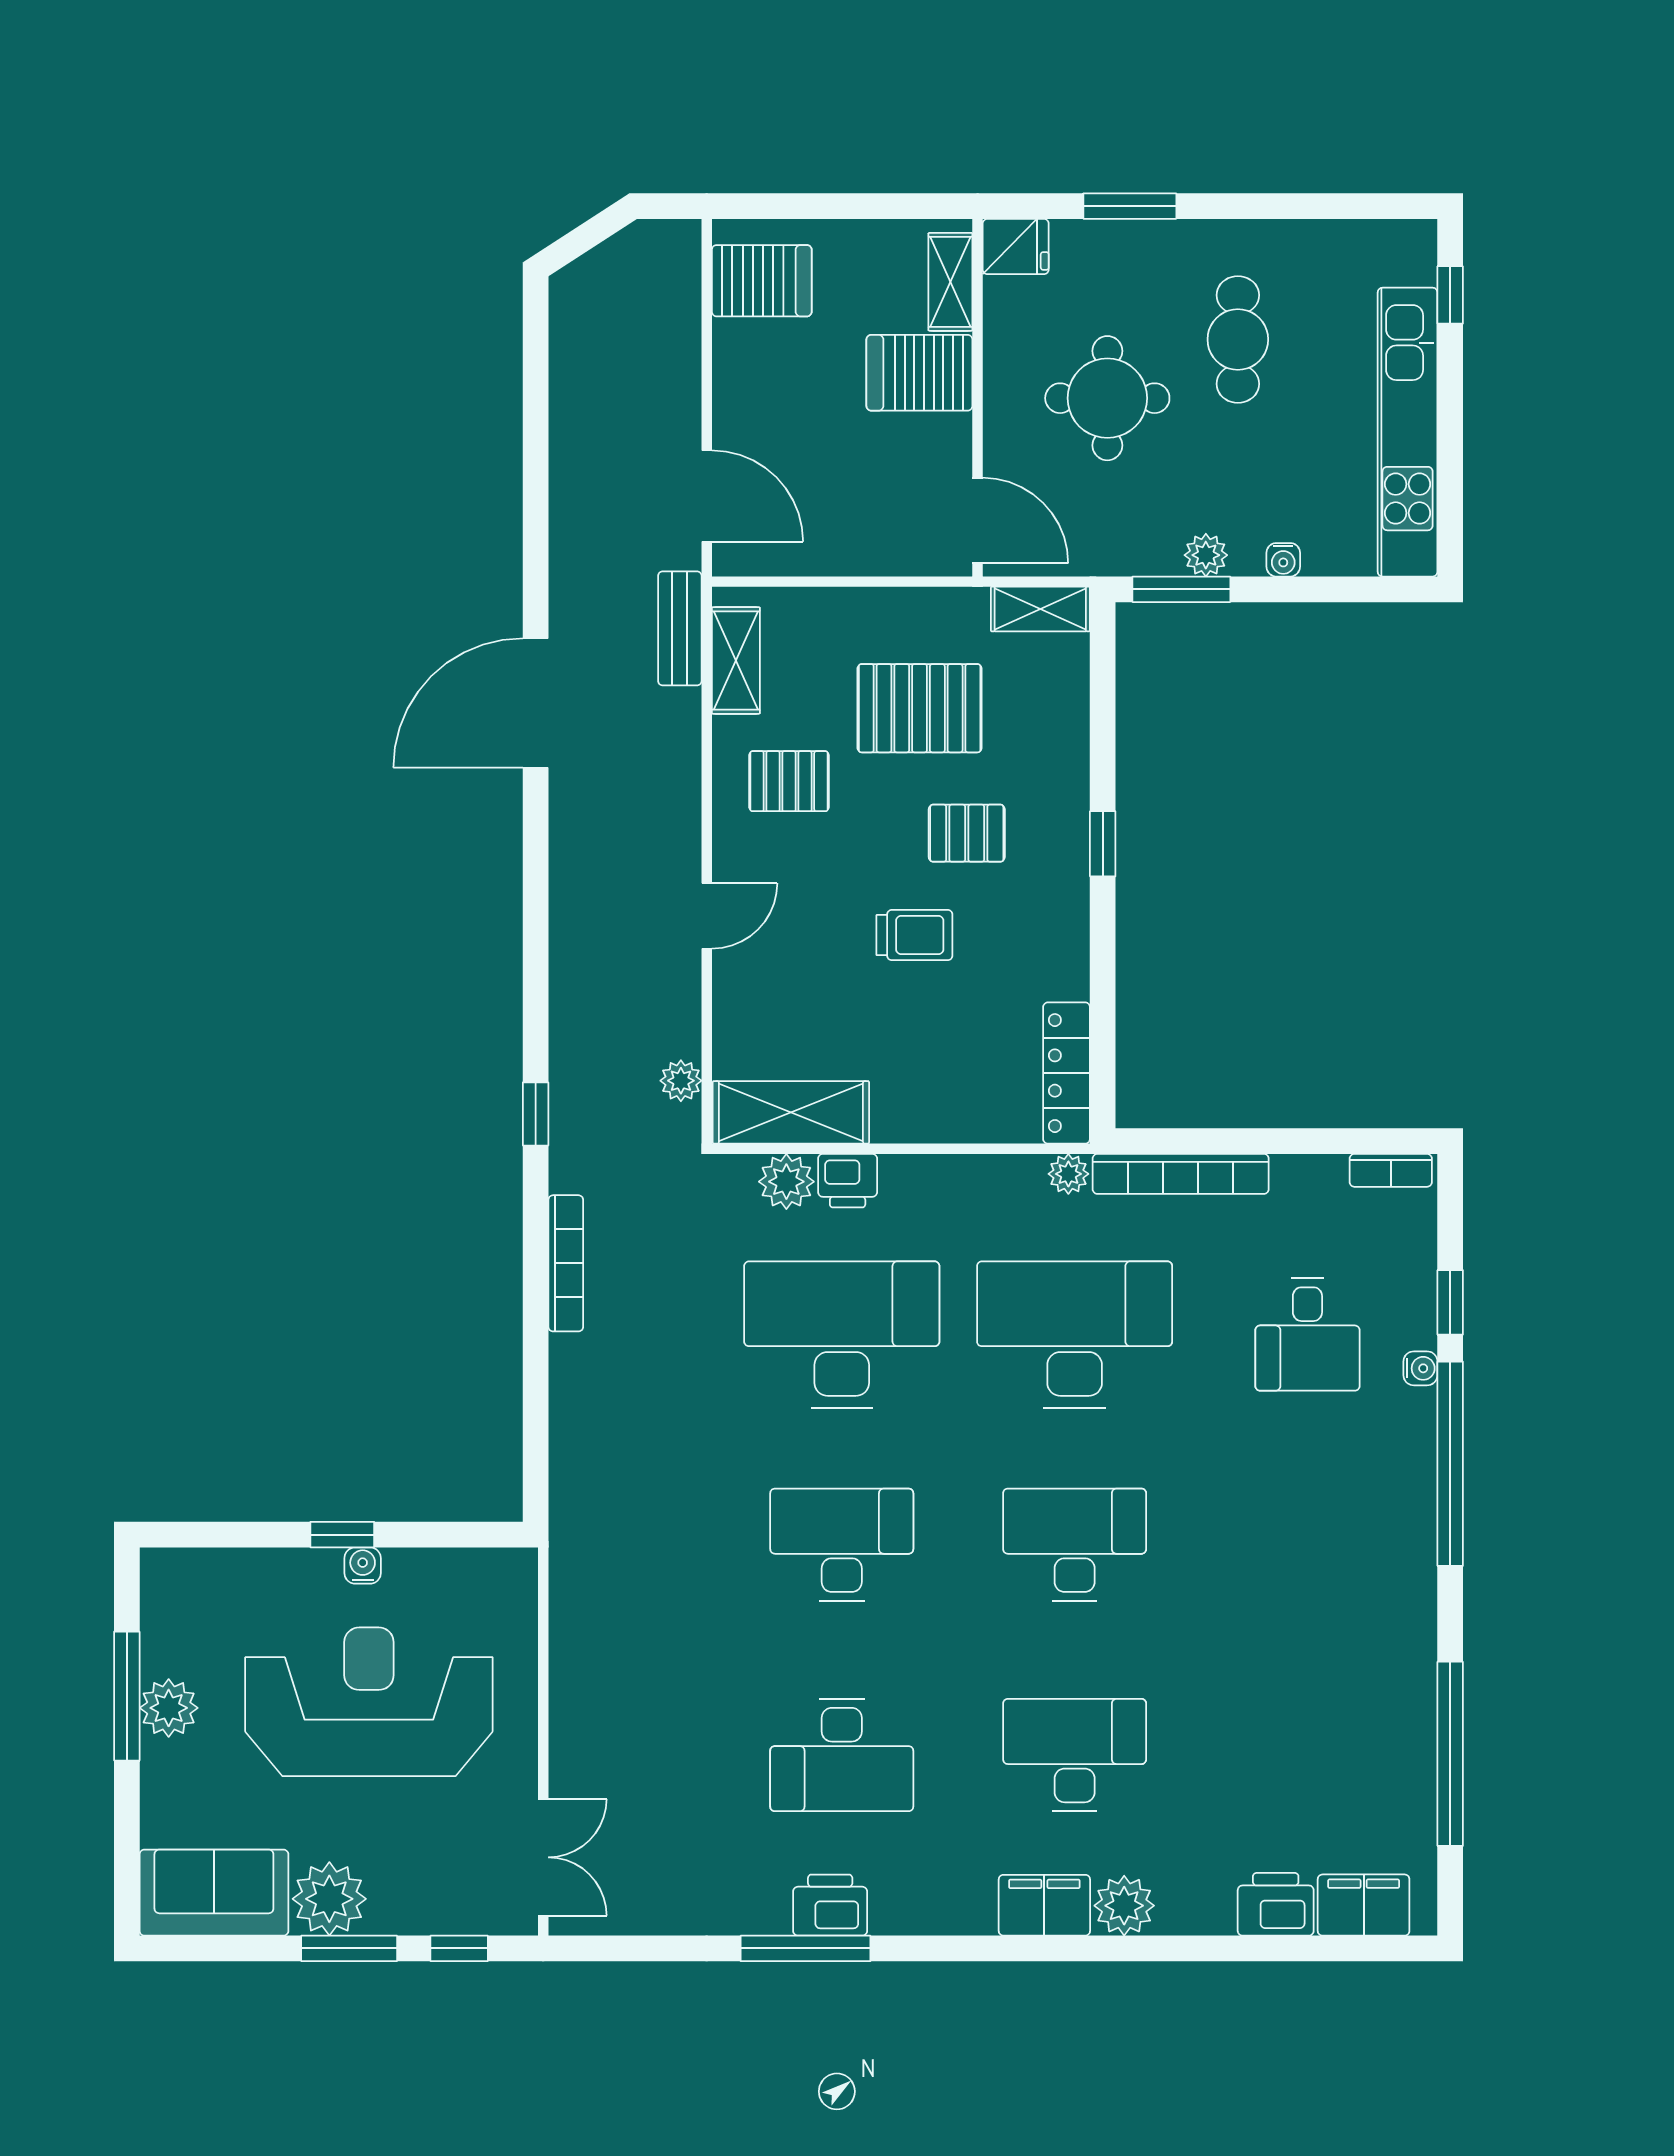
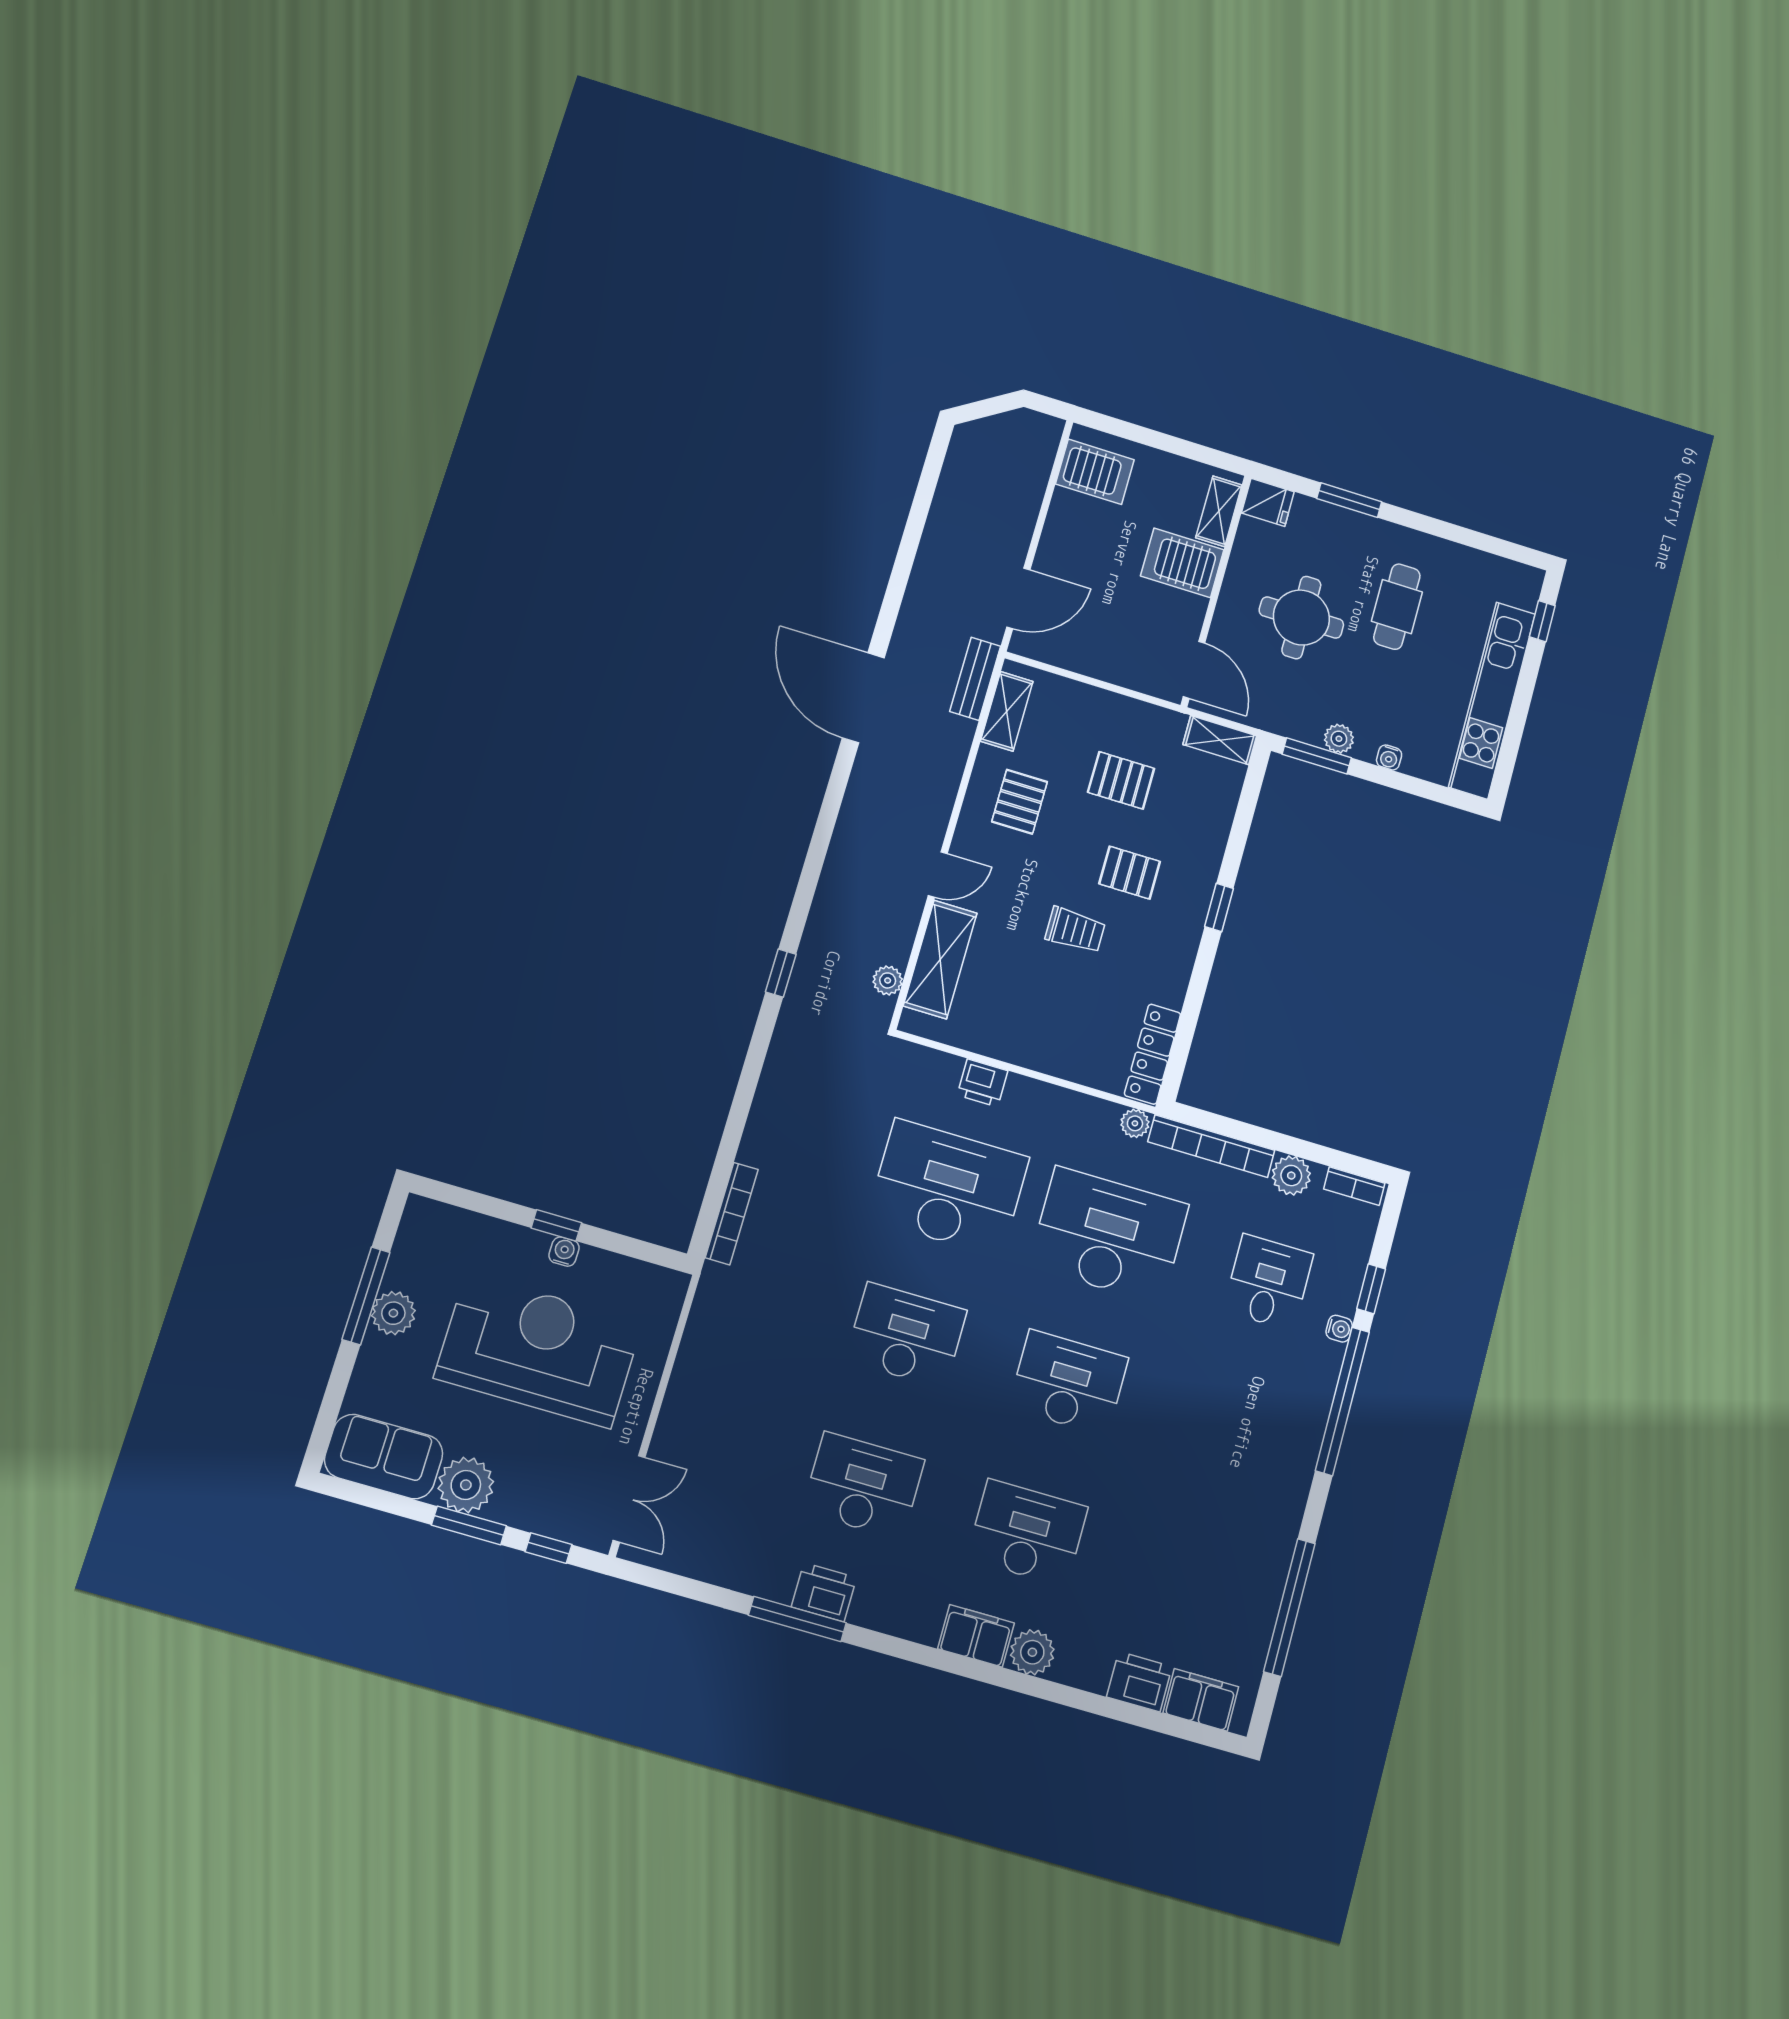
door: (707, 496) -> (1018, 598), hinge flipped
door: (536, 703) -> (863, 698), hinge flipped
pallet: (920, 708) -> (1121, 780), width x0.67, depth x0.71
pallet: (789, 781) -> (1020, 802), turned 90
shelving: (791, 1112) -> (940, 959), moved, turned 90
plant: (786, 1182) -> (1291, 1176), moved
bookcase: (566, 1263) -> (732, 1214), moved
desk: (1307, 1334) -> (1268, 1282), turned 180
desk: (842, 1755) -> (863, 1486), turned 180

